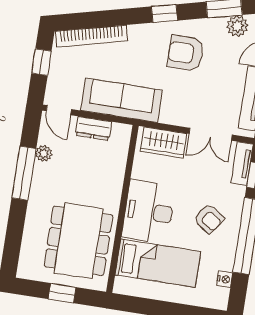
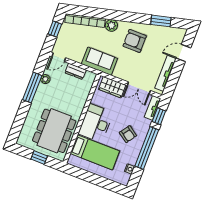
window: (164, 14) -> (128, 17), removed
plant: (237, 26) -> (111, 25), moved
sofa: (121, 100) -> (99, 61), width x0.73
door: (59, 110) -> (59, 57), hinge flipped

